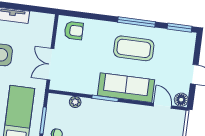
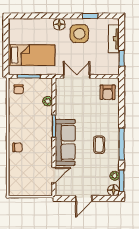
window: (36, 9) -> (122, 58), added
plant: (172, 35) -> (115, 176), added
coffee table: (134, 48) -> (99, 145), width x0.54, depth x0.58
floor lamp: (181, 100) -> (113, 190), moved

